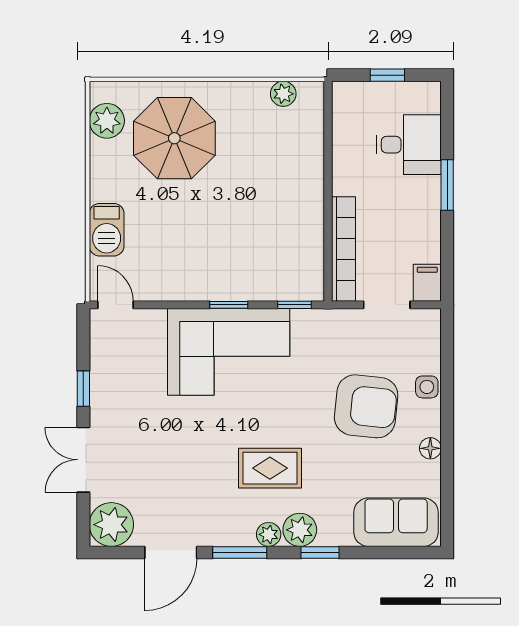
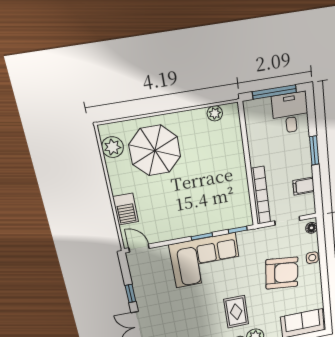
window: (387, 75) -> (274, 92), width x2.17
desk: (409, 145) -> (290, 113), moved, turned -90
filing cabinet: (427, 283) -> (304, 186), moved, turned -90
floor lamp: (430, 448) -> (311, 228), moved
rug: (270, 468) -> (236, 312), turned 90

